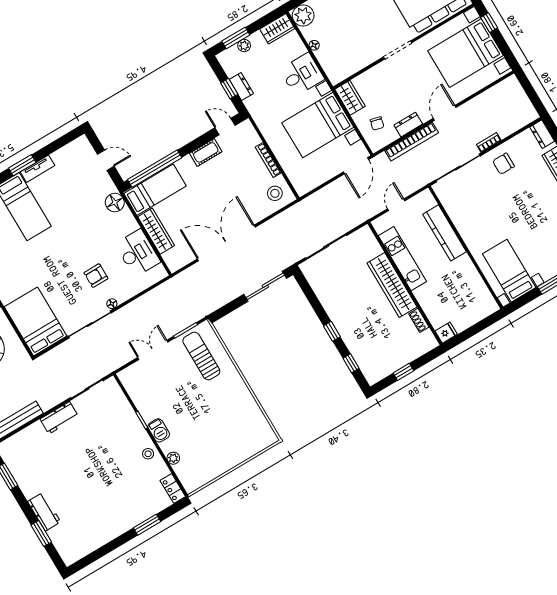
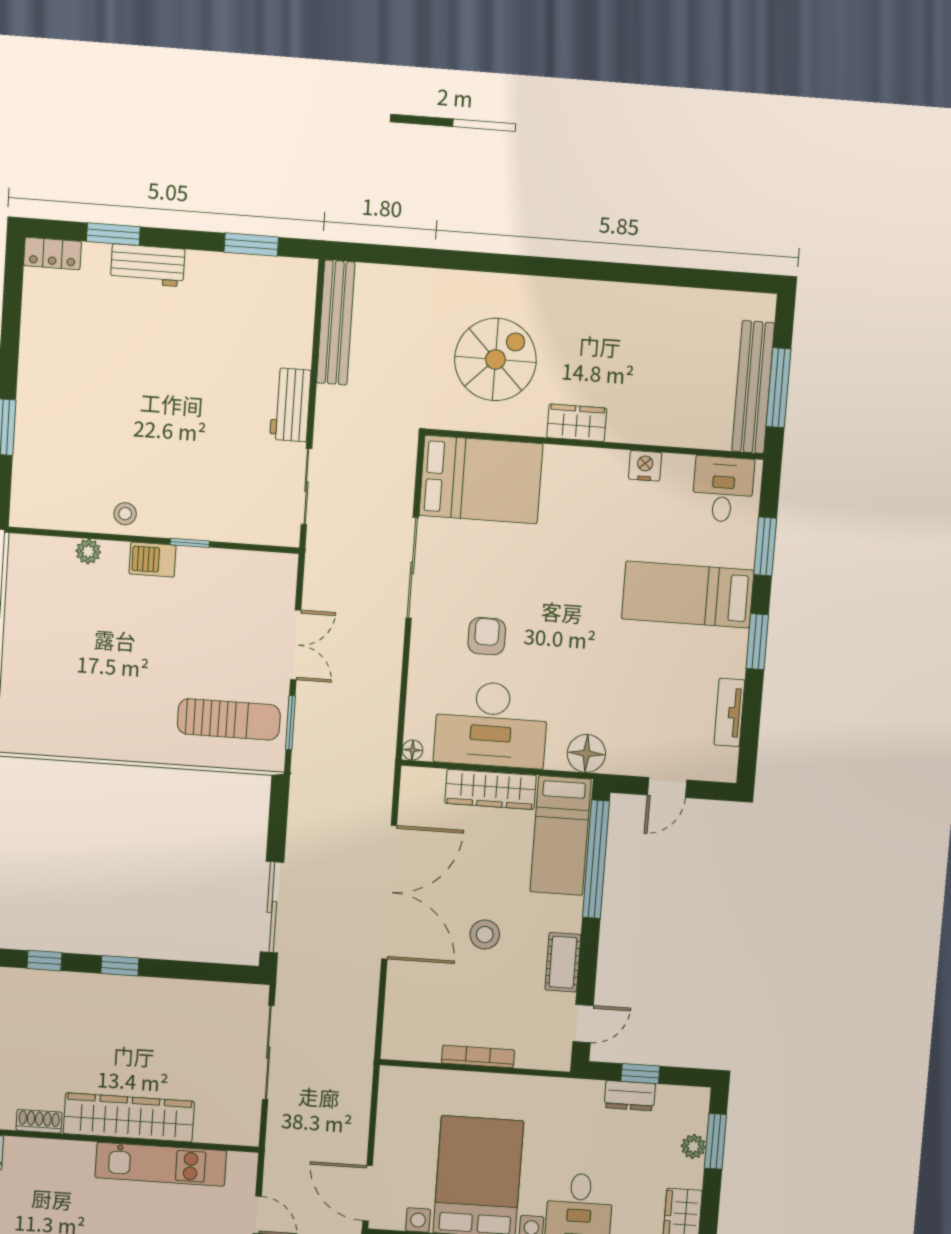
tv unit: (38, 169) -> (729, 712), moved
stool: (275, 193) -> (485, 934), moved
desk: (138, 253) -> (491, 724), width x1.36, depth x1.30
floor lamp: (112, 304) -> (412, 750), moved
locker: (173, 488) -> (53, 253), moved, turned 180

